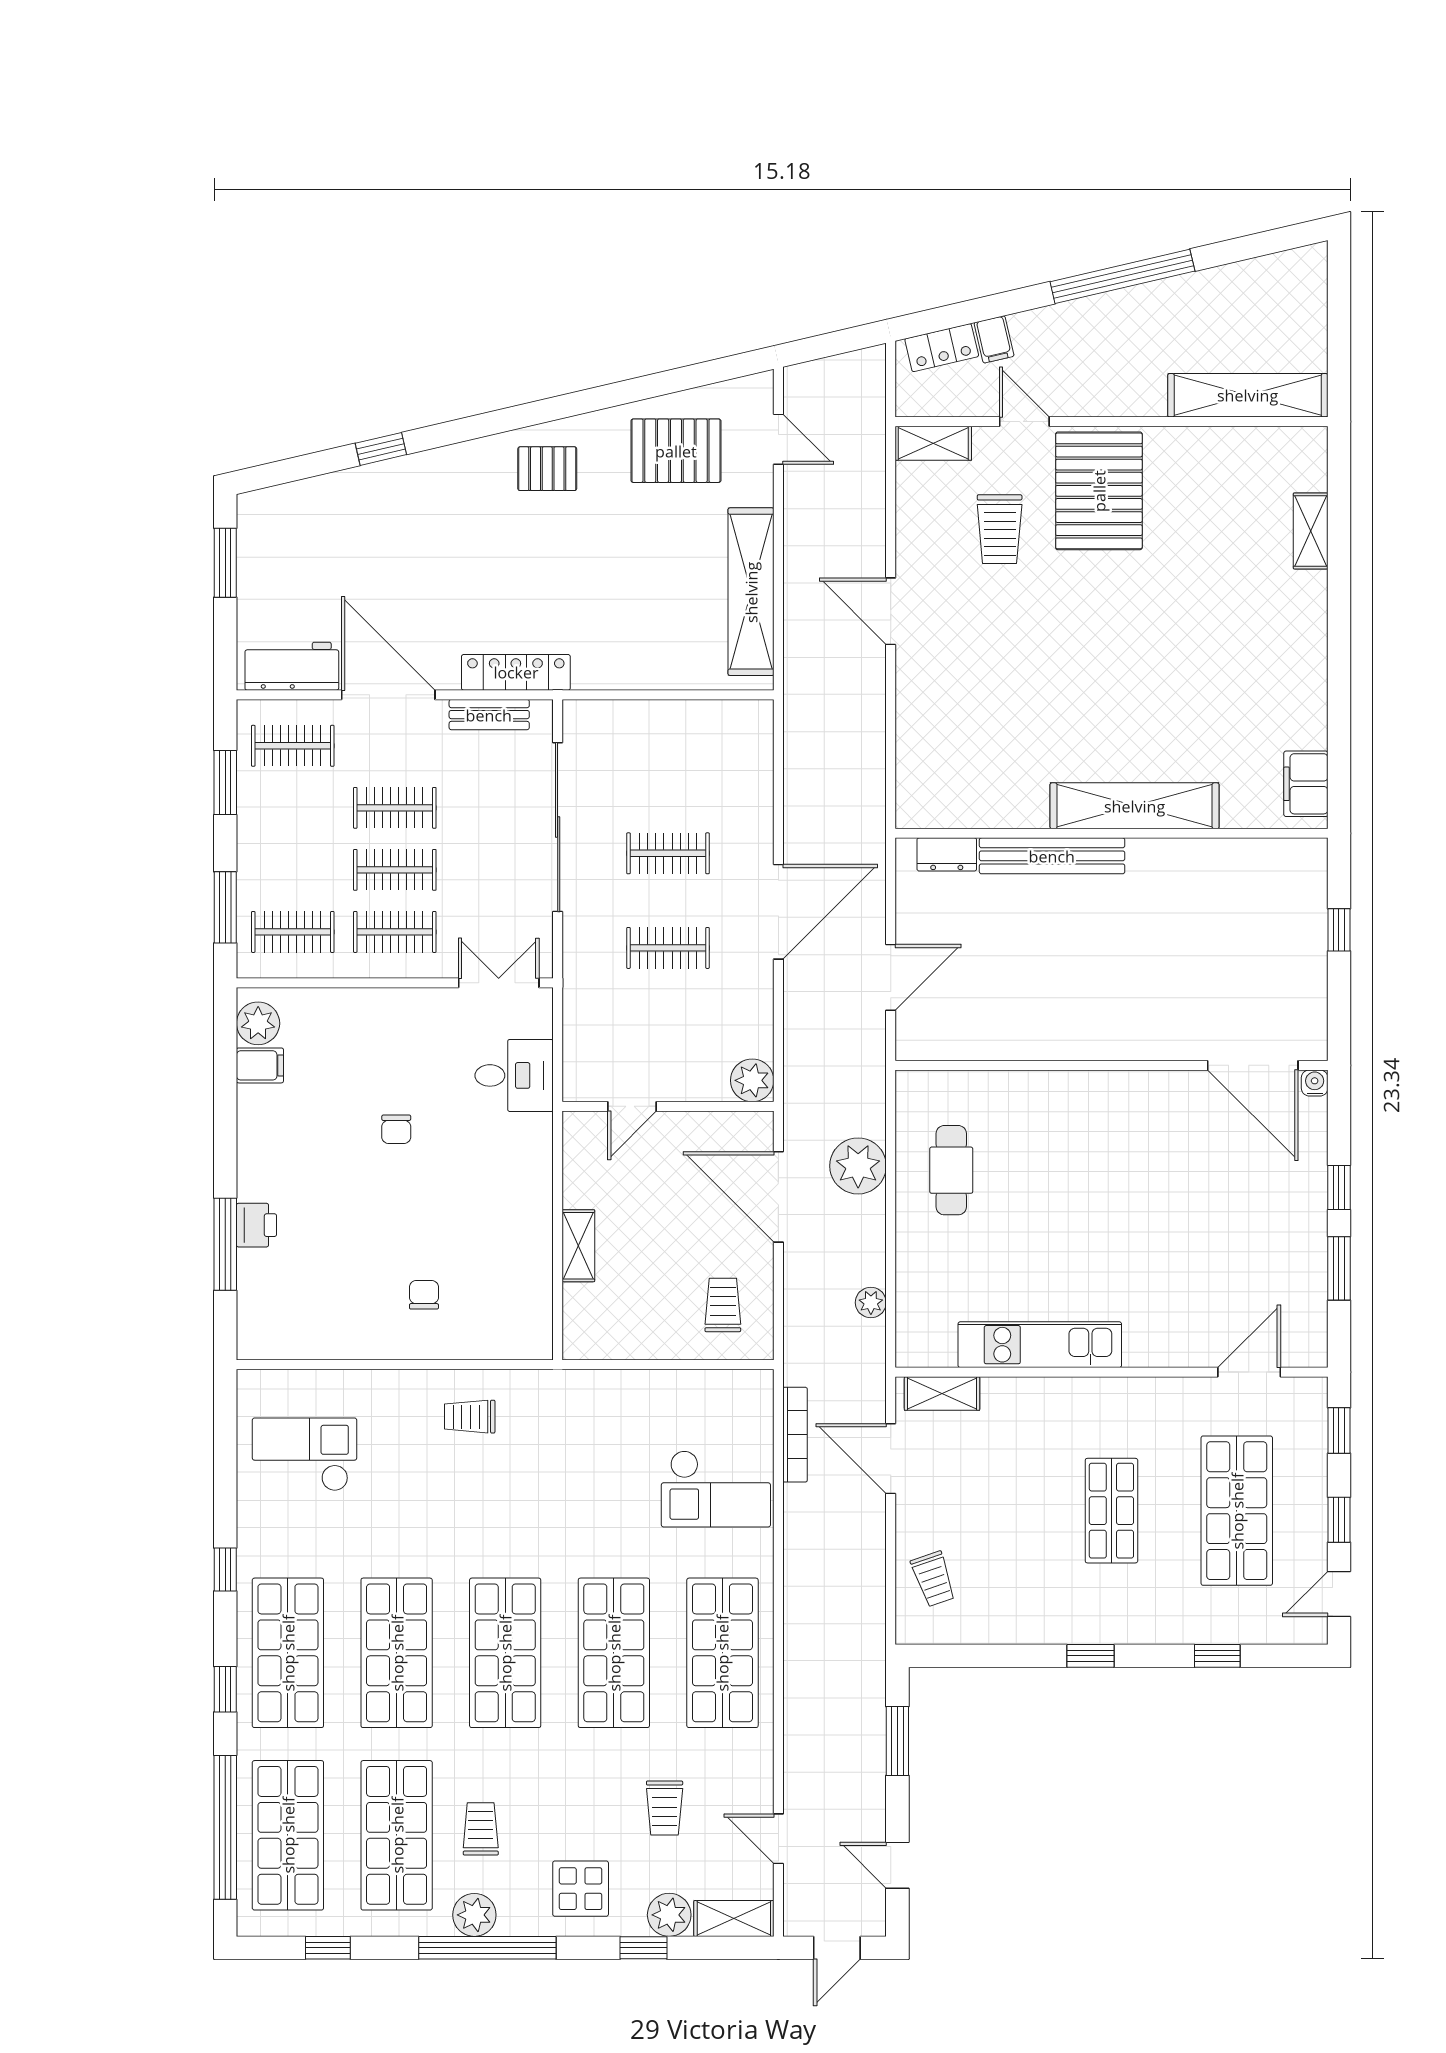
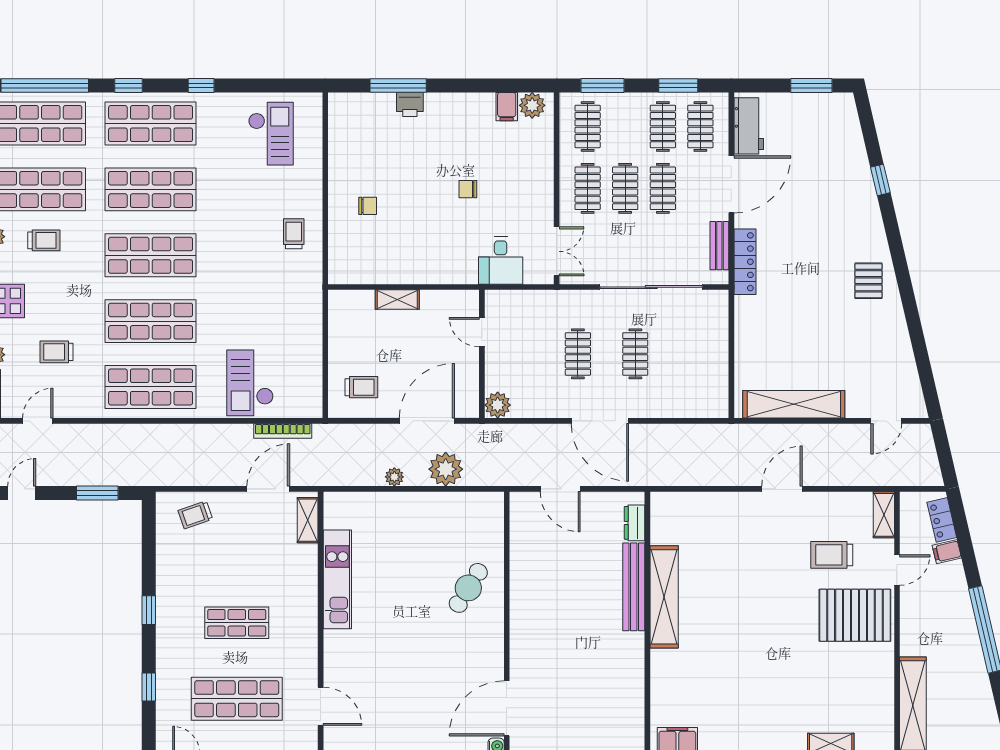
pallet: (676, 451) -> (879, 359), removed
shelving: (1135, 806) -> (664, 597), moved
clothes rail: (293, 808) -> (663, 126), added
cafe table: (951, 1170) -> (468, 588), moved, turned -58
plant: (871, 1303) -> (394, 477), moved

